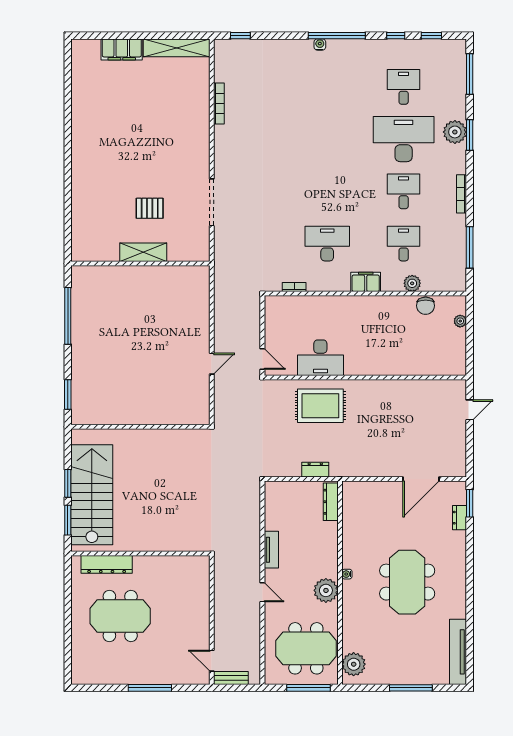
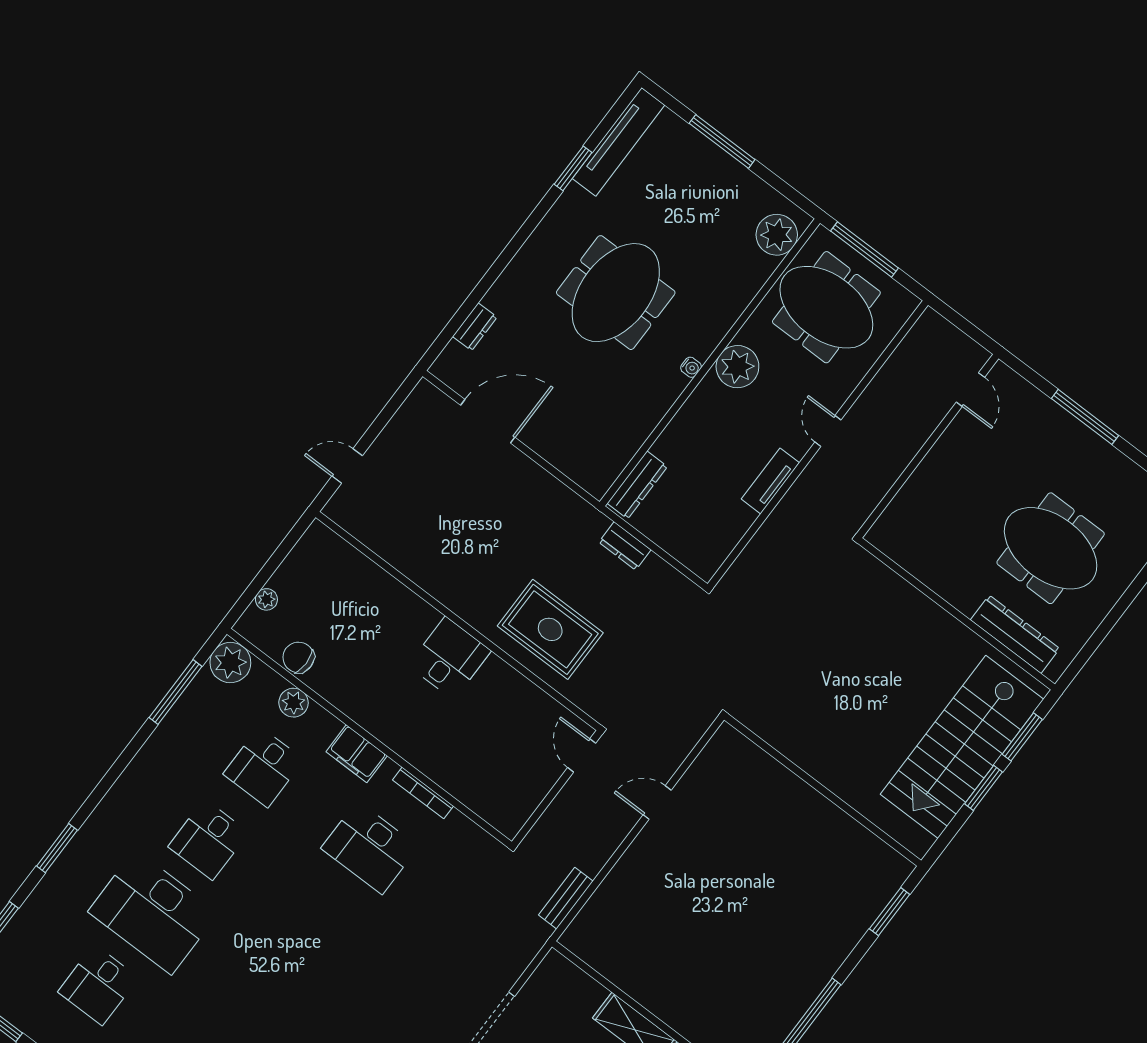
plant: (455, 132) -> (230, 663), moved
bookcase: (462, 194) -> (130, 775), removed
bookcase: (294, 287) -> (423, 793), moved, width x1.56
chair: (426, 306) -> (298, 657), turned -90
desk: (320, 358) -> (450, 658), moved, width x0.73
window: (470, 503) -> (573, 168), moved
bench: (231, 678) -> (566, 898), moved, turned 90

